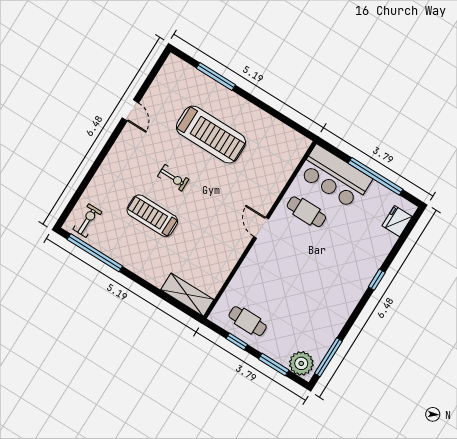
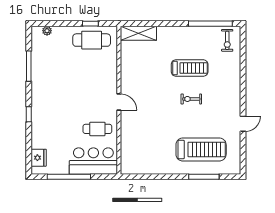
door: (130, 110) -> (243, 124), swing flipped
treadmill: (211, 135) -> (201, 149), moved, turned 180
cafe table: (248, 321) -> (92, 40), width x1.37, depth x1.35
window: (328, 357) -> (29, 66), moved
plant: (301, 363) -> (47, 31), width x0.53, depth x0.53
window: (274, 365) -> (59, 24), removed

